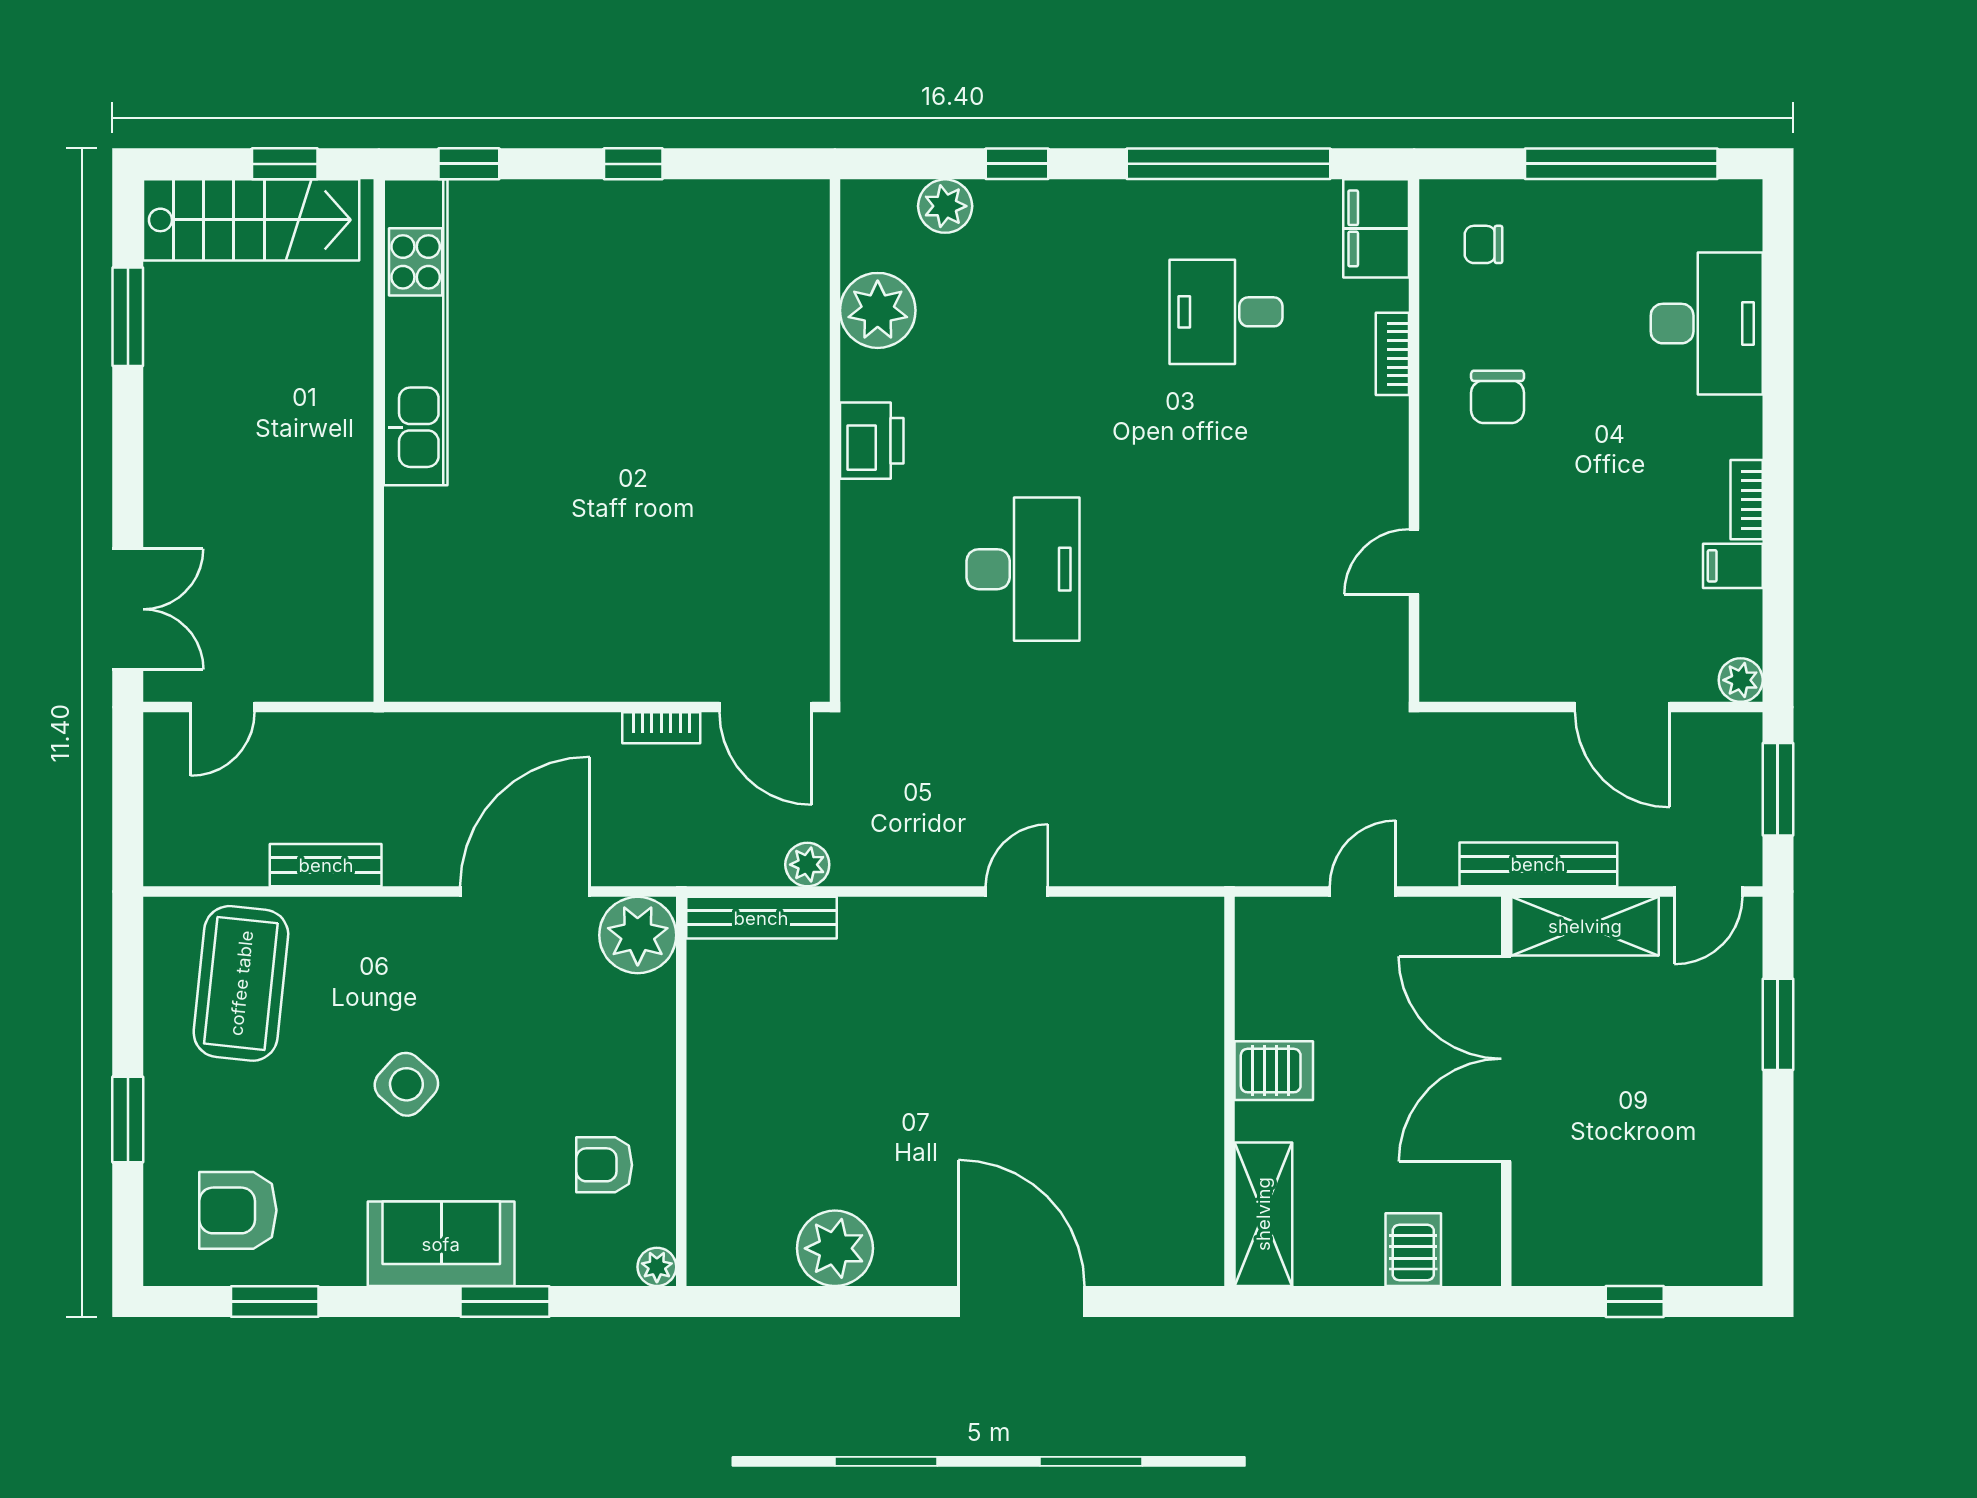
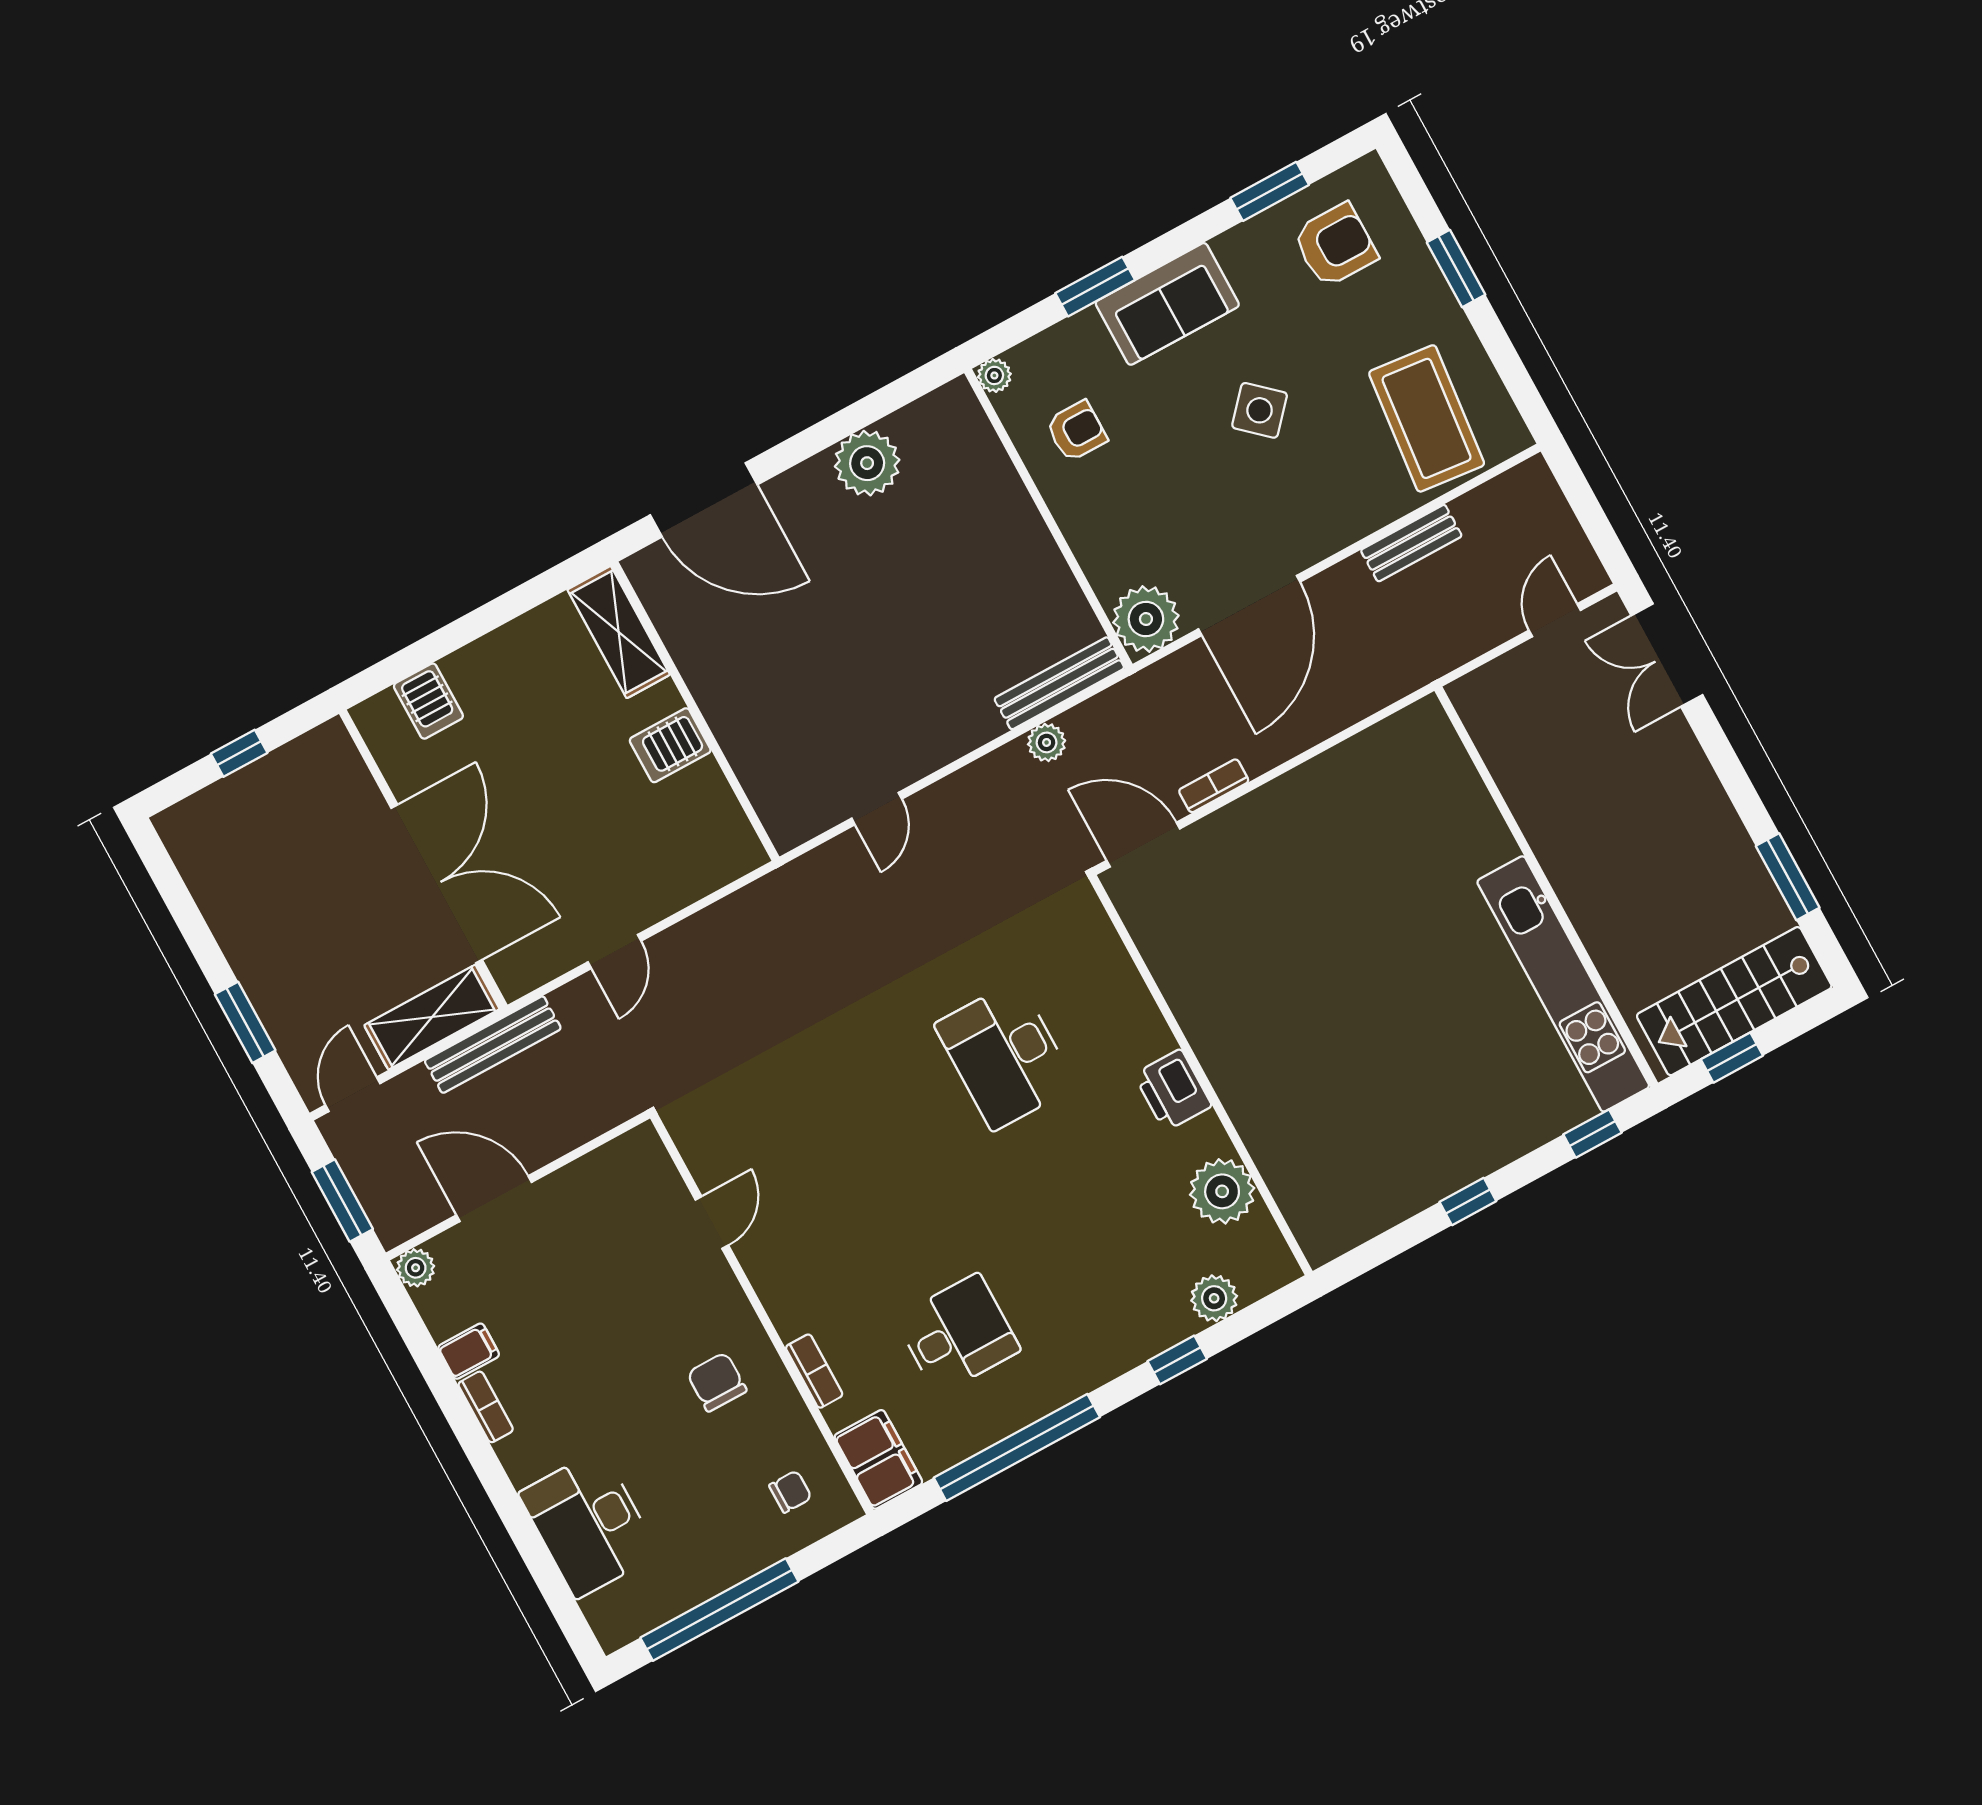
server rack: (1274, 1071) -> (670, 745), moved
wall: (1230, 1091) -> (695, 711), moved
shelving: (1263, 1214) -> (619, 632), moved

